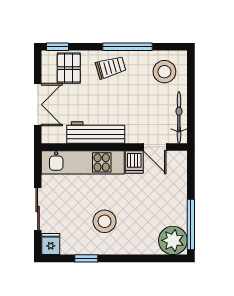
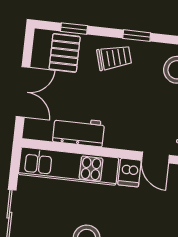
window: (57, 47) -> (74, 29), moved
window: (127, 47) -> (137, 36), width x0.46
workbench: (96, 133) -> (79, 132), width x0.73

